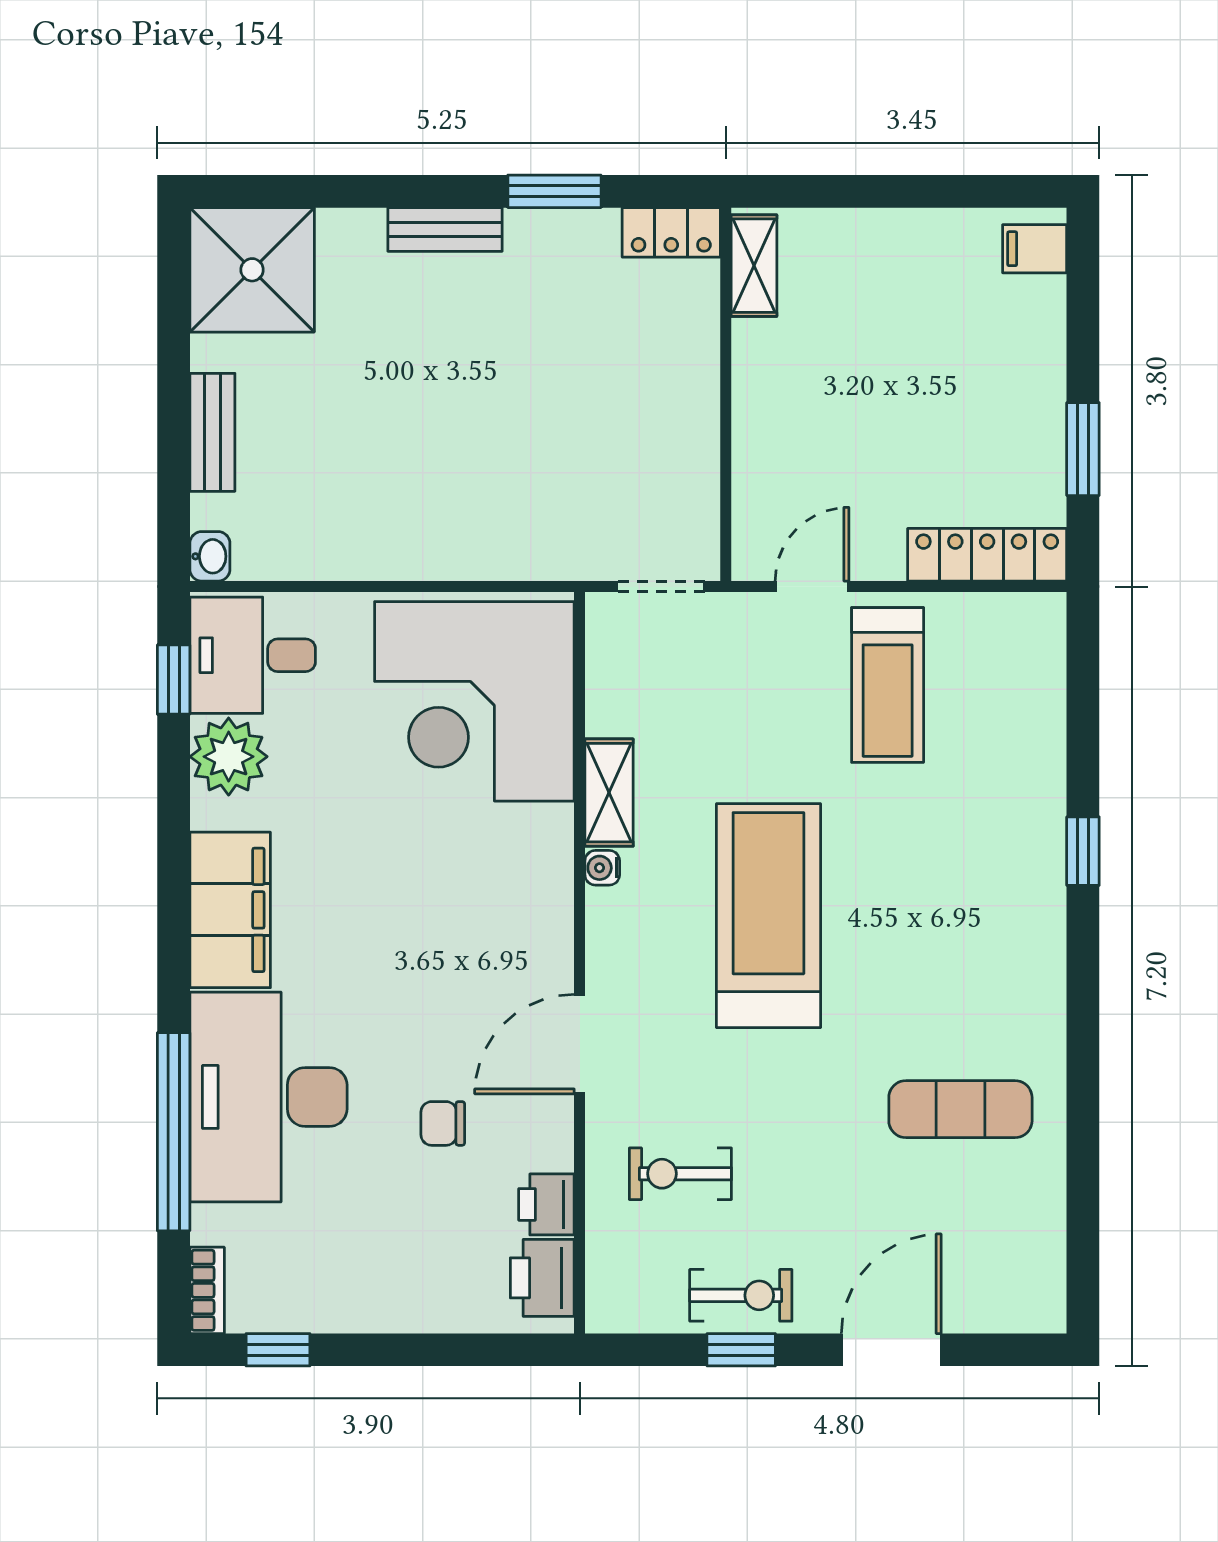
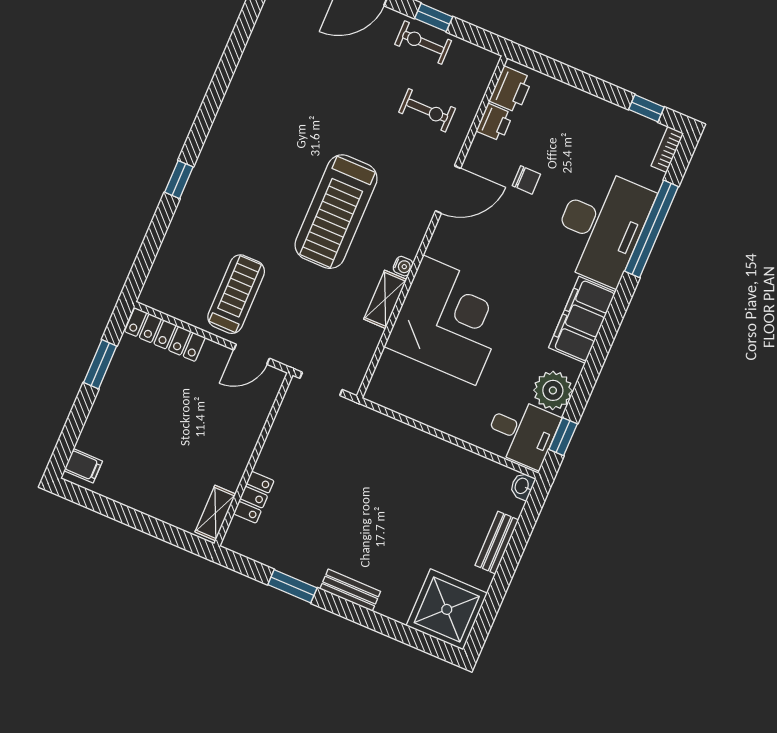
locker: (671, 232) -> (254, 497), moved, turned 90
corner desk: (474, 701) -> (449, 320), moved
exercise mat: (960, 1109) -> (286, 85), removed

